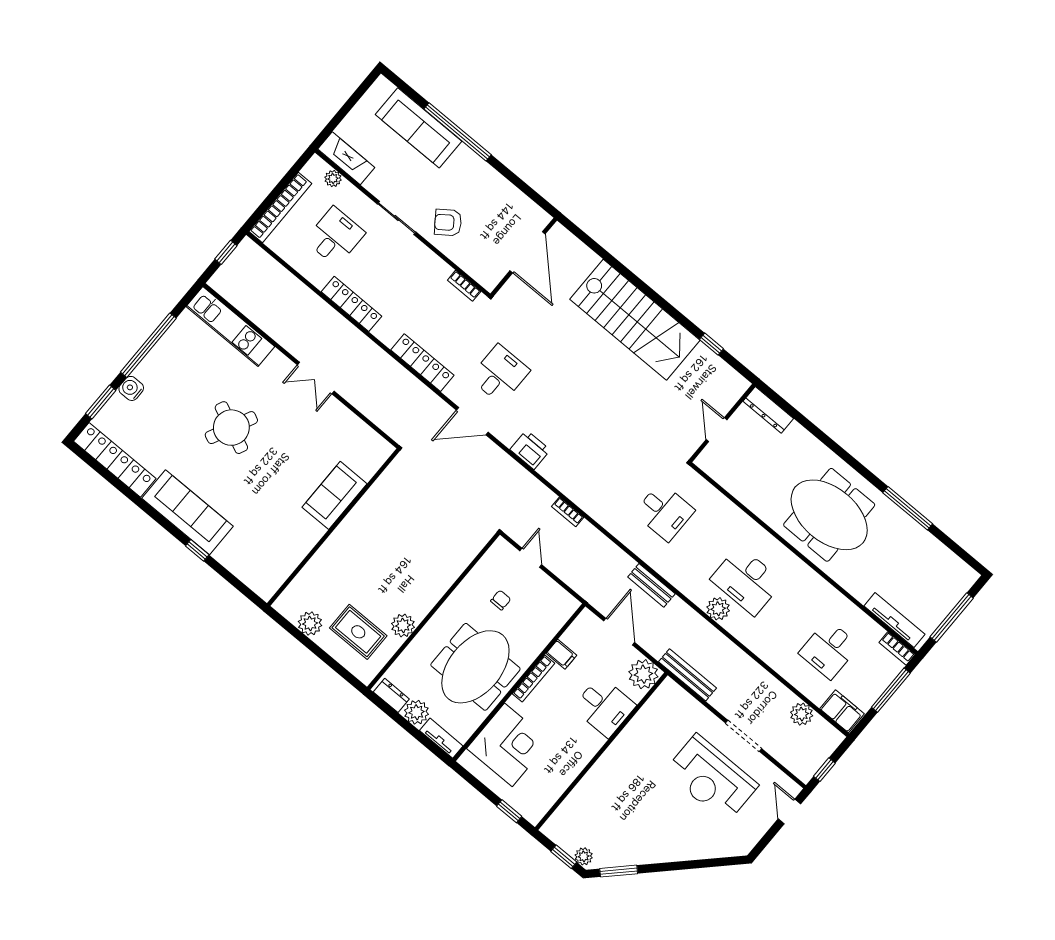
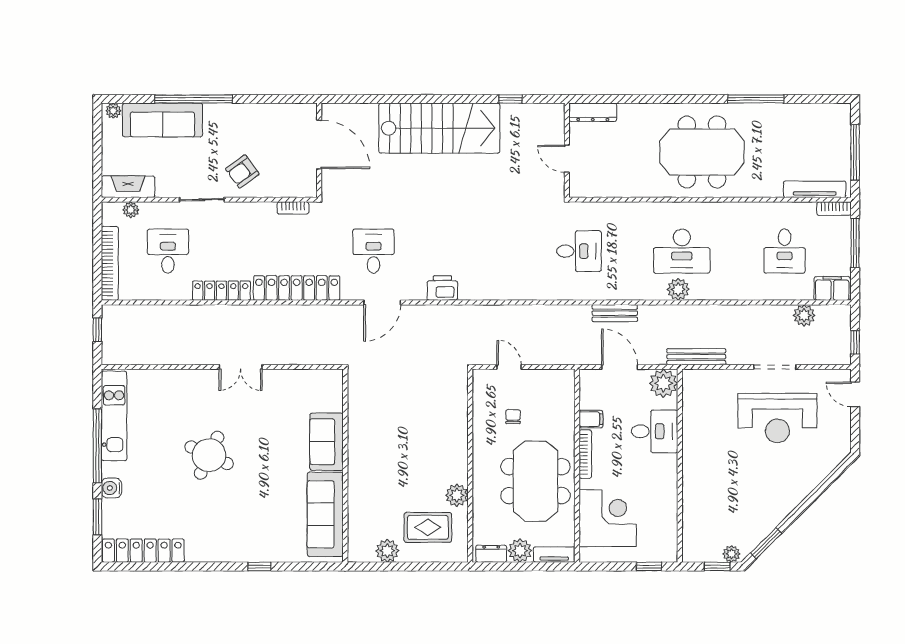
plant: (385, 87) -> (113, 111), added
kitchen unit: (230, 327) -> (114, 416), moved, turned -90
locker: (422, 363) -> (297, 288), width x1.41, depth x1.21
sofa: (187, 512) -> (325, 514), moved, turned -90
bookcase: (568, 512) -> (508, 311), removed

